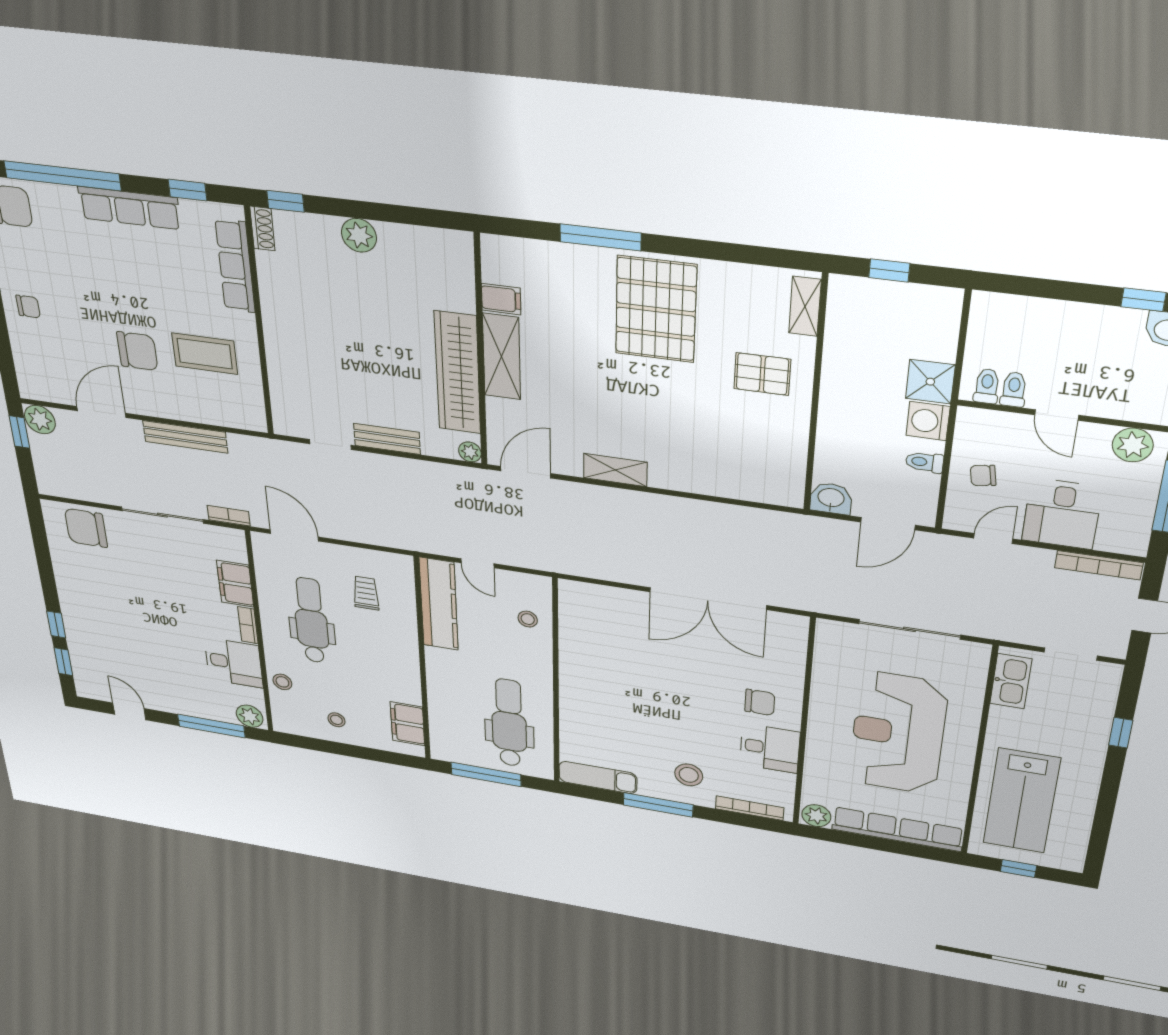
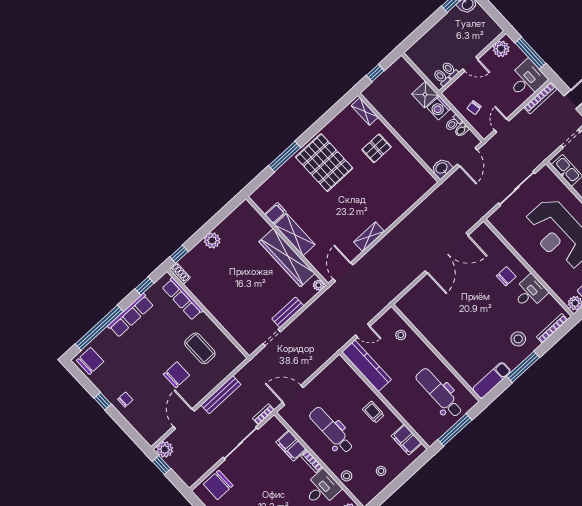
coffee table: (205, 354) -> (200, 348), turned 90
bidet: (925, 483) -> (462, 130), added
desk: (1062, 514) -> (527, 80), moved, turned -90
trolley: (366, 593) -> (373, 412), moved

